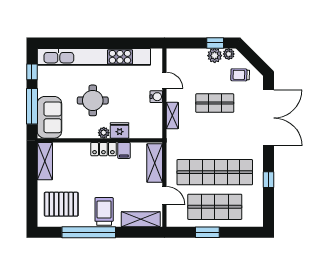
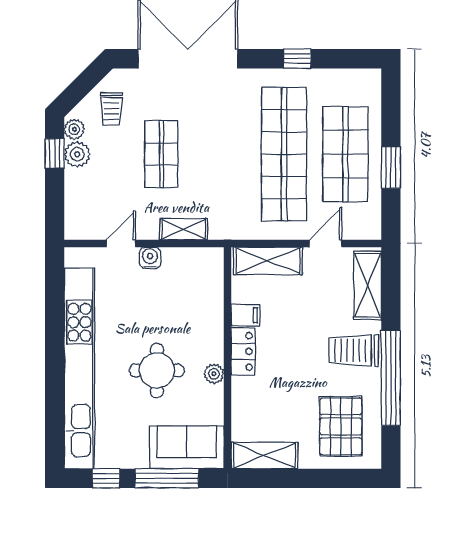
fridge: (120, 130) -> (210, 323), removed
plant: (104, 133) -> (214, 374), moved

